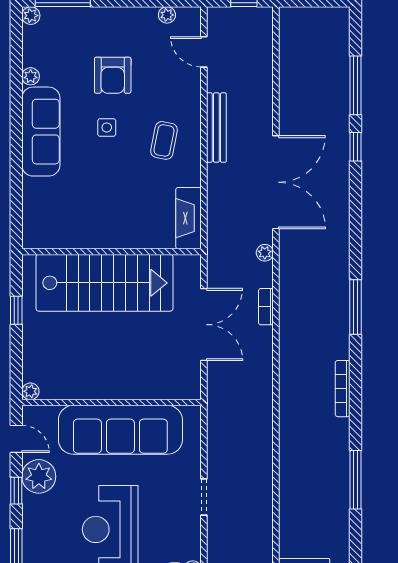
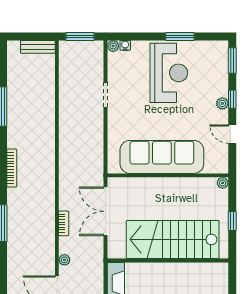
plant: (30, 391) -> (223, 183), moved
wall: (112, 403) -> (168, 175), moved
sofa: (120, 430) -> (162, 157), moved
plant: (39, 476) -> (222, 103), width x0.53, depth x0.53

